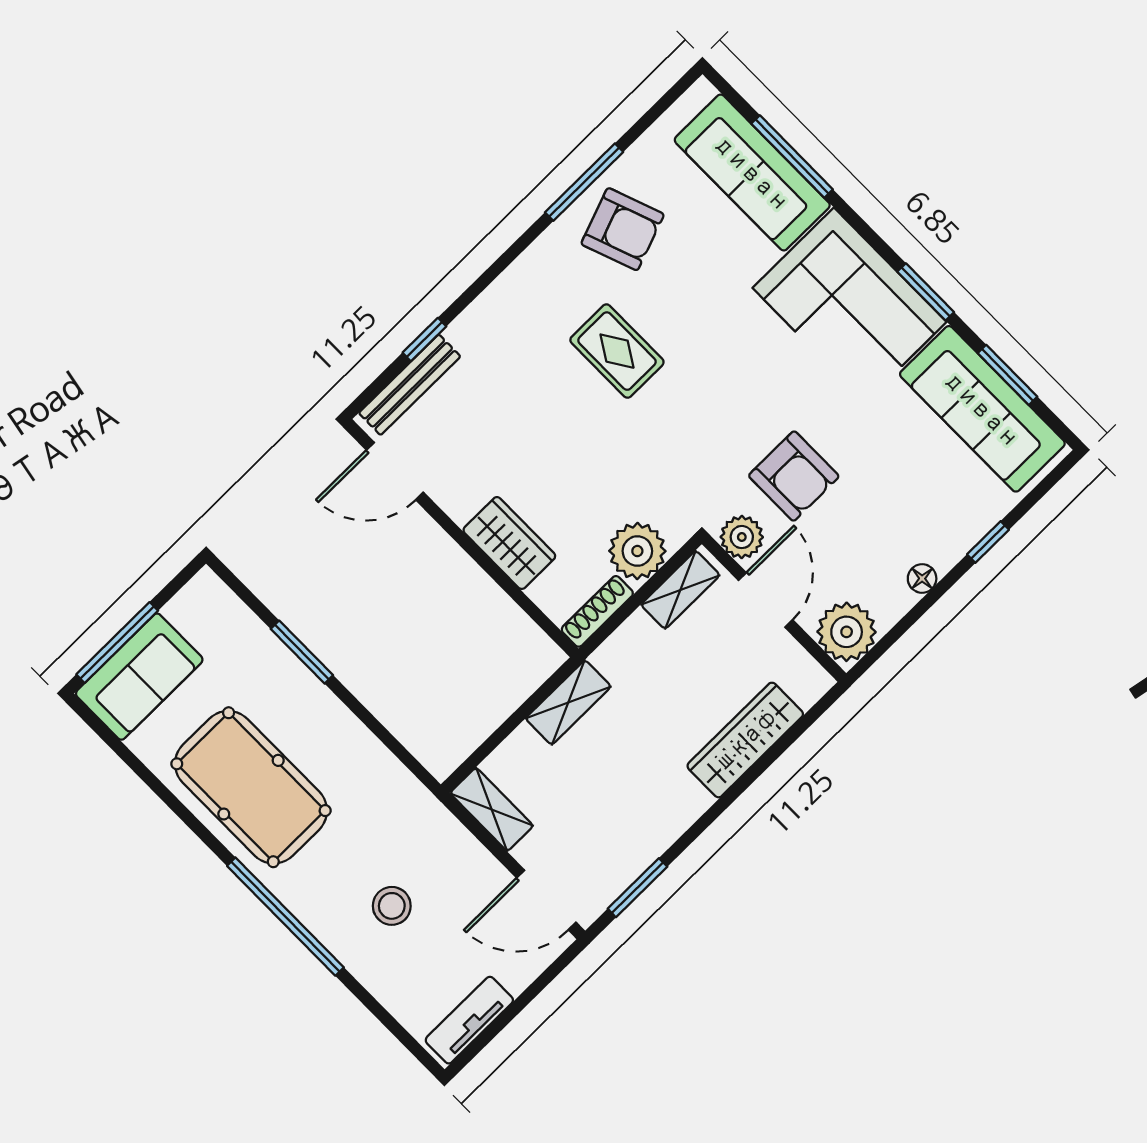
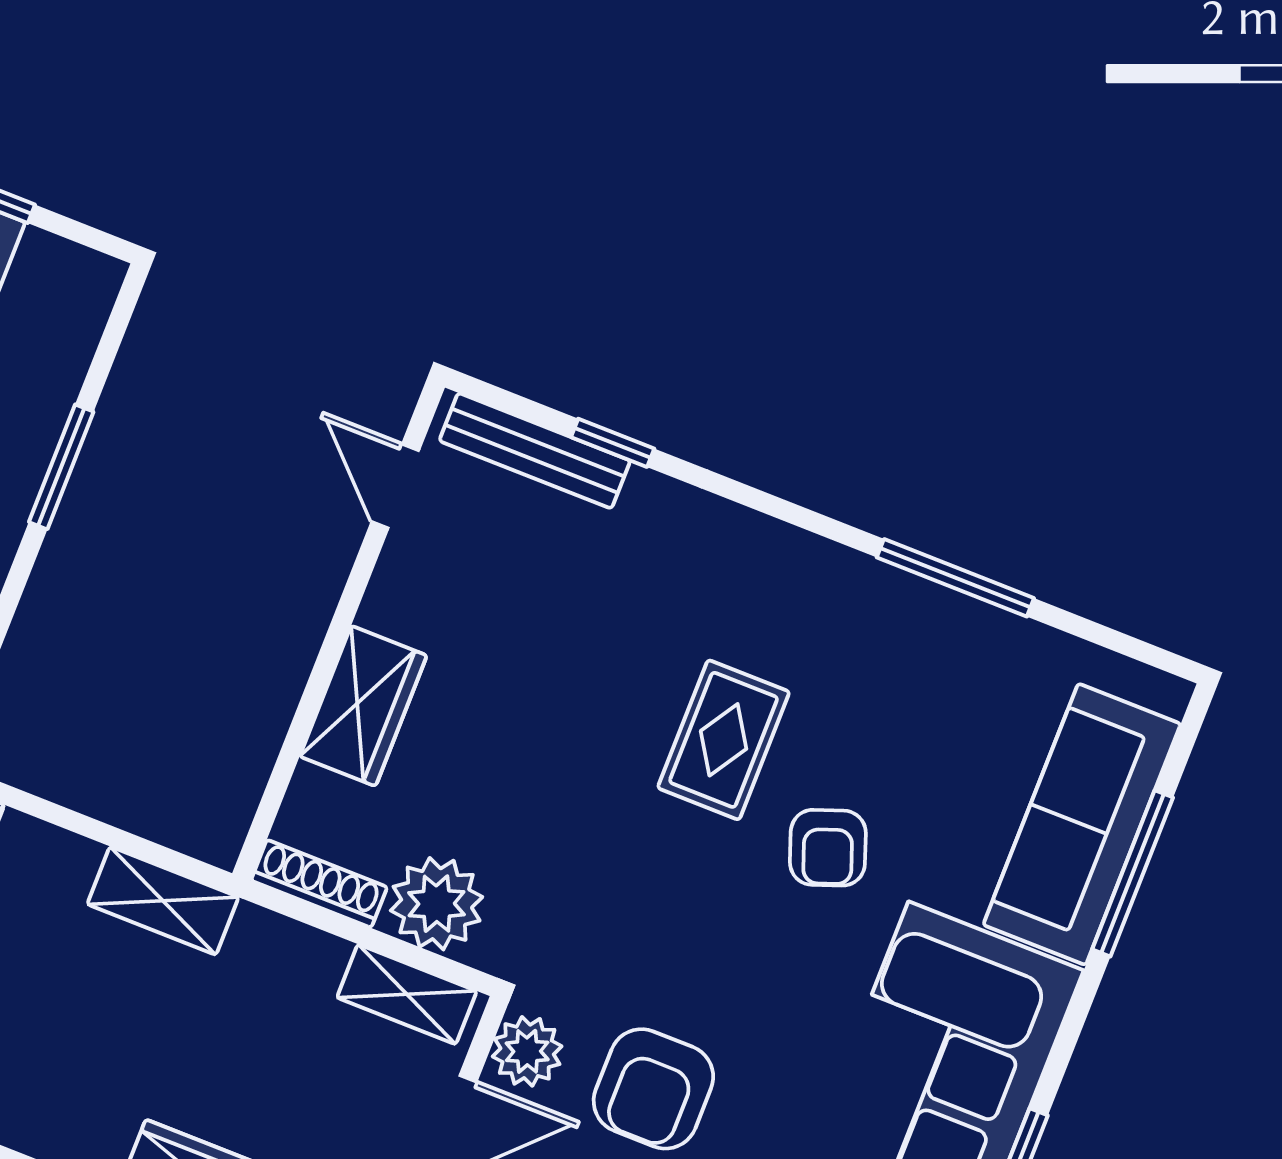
armchair: (623, 229) -> (828, 848), moved, width x0.72, depth x0.72
door: (395, 471) -> (395, 486), width x0.73

